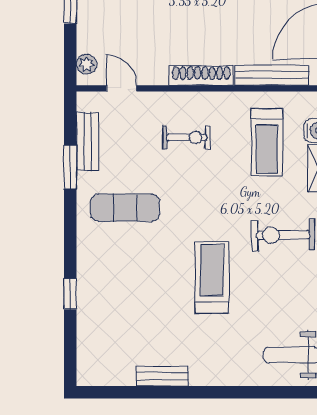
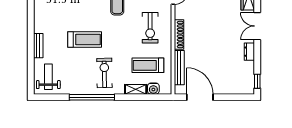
exercise bike: (187, 137) -> (150, 28), width x1.38, depth x1.39
bench: (162, 376) -> (38, 46), moved

